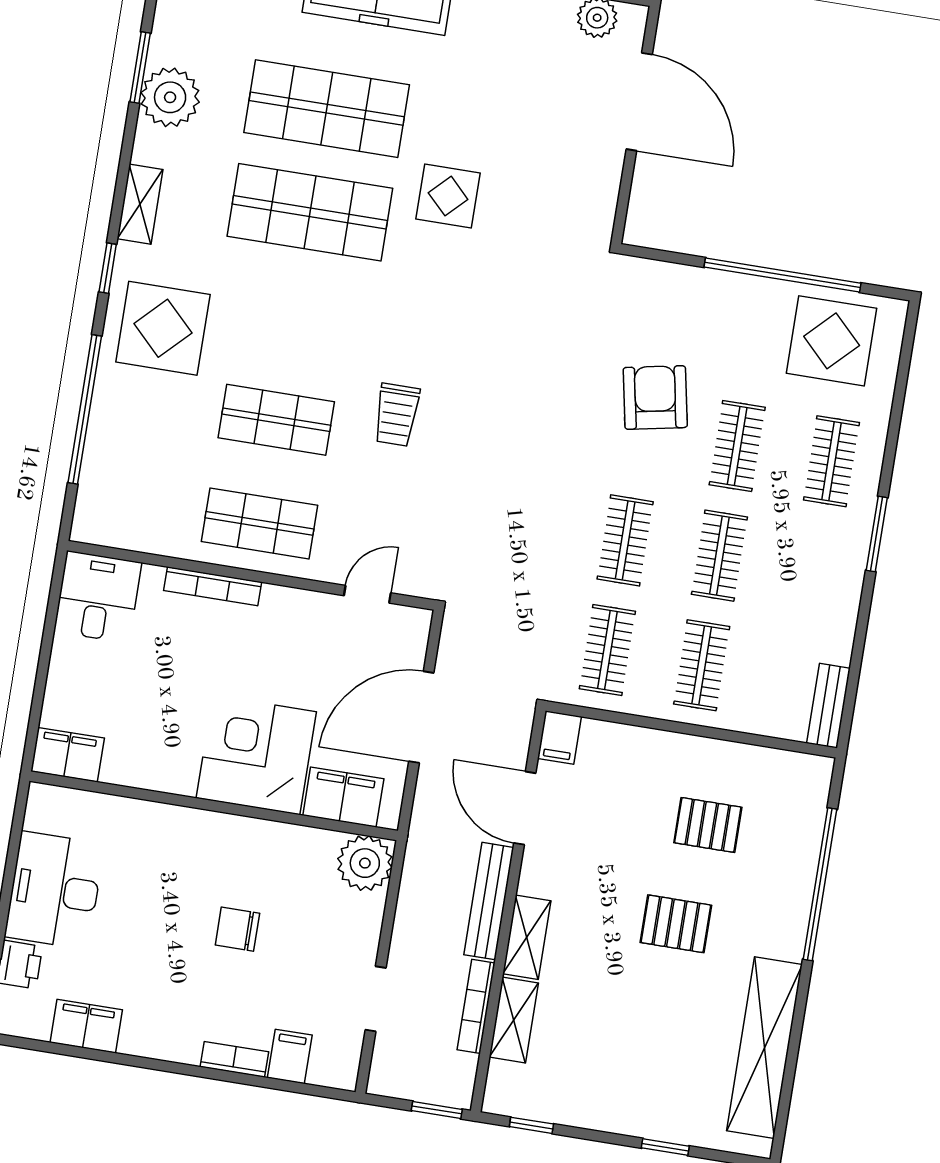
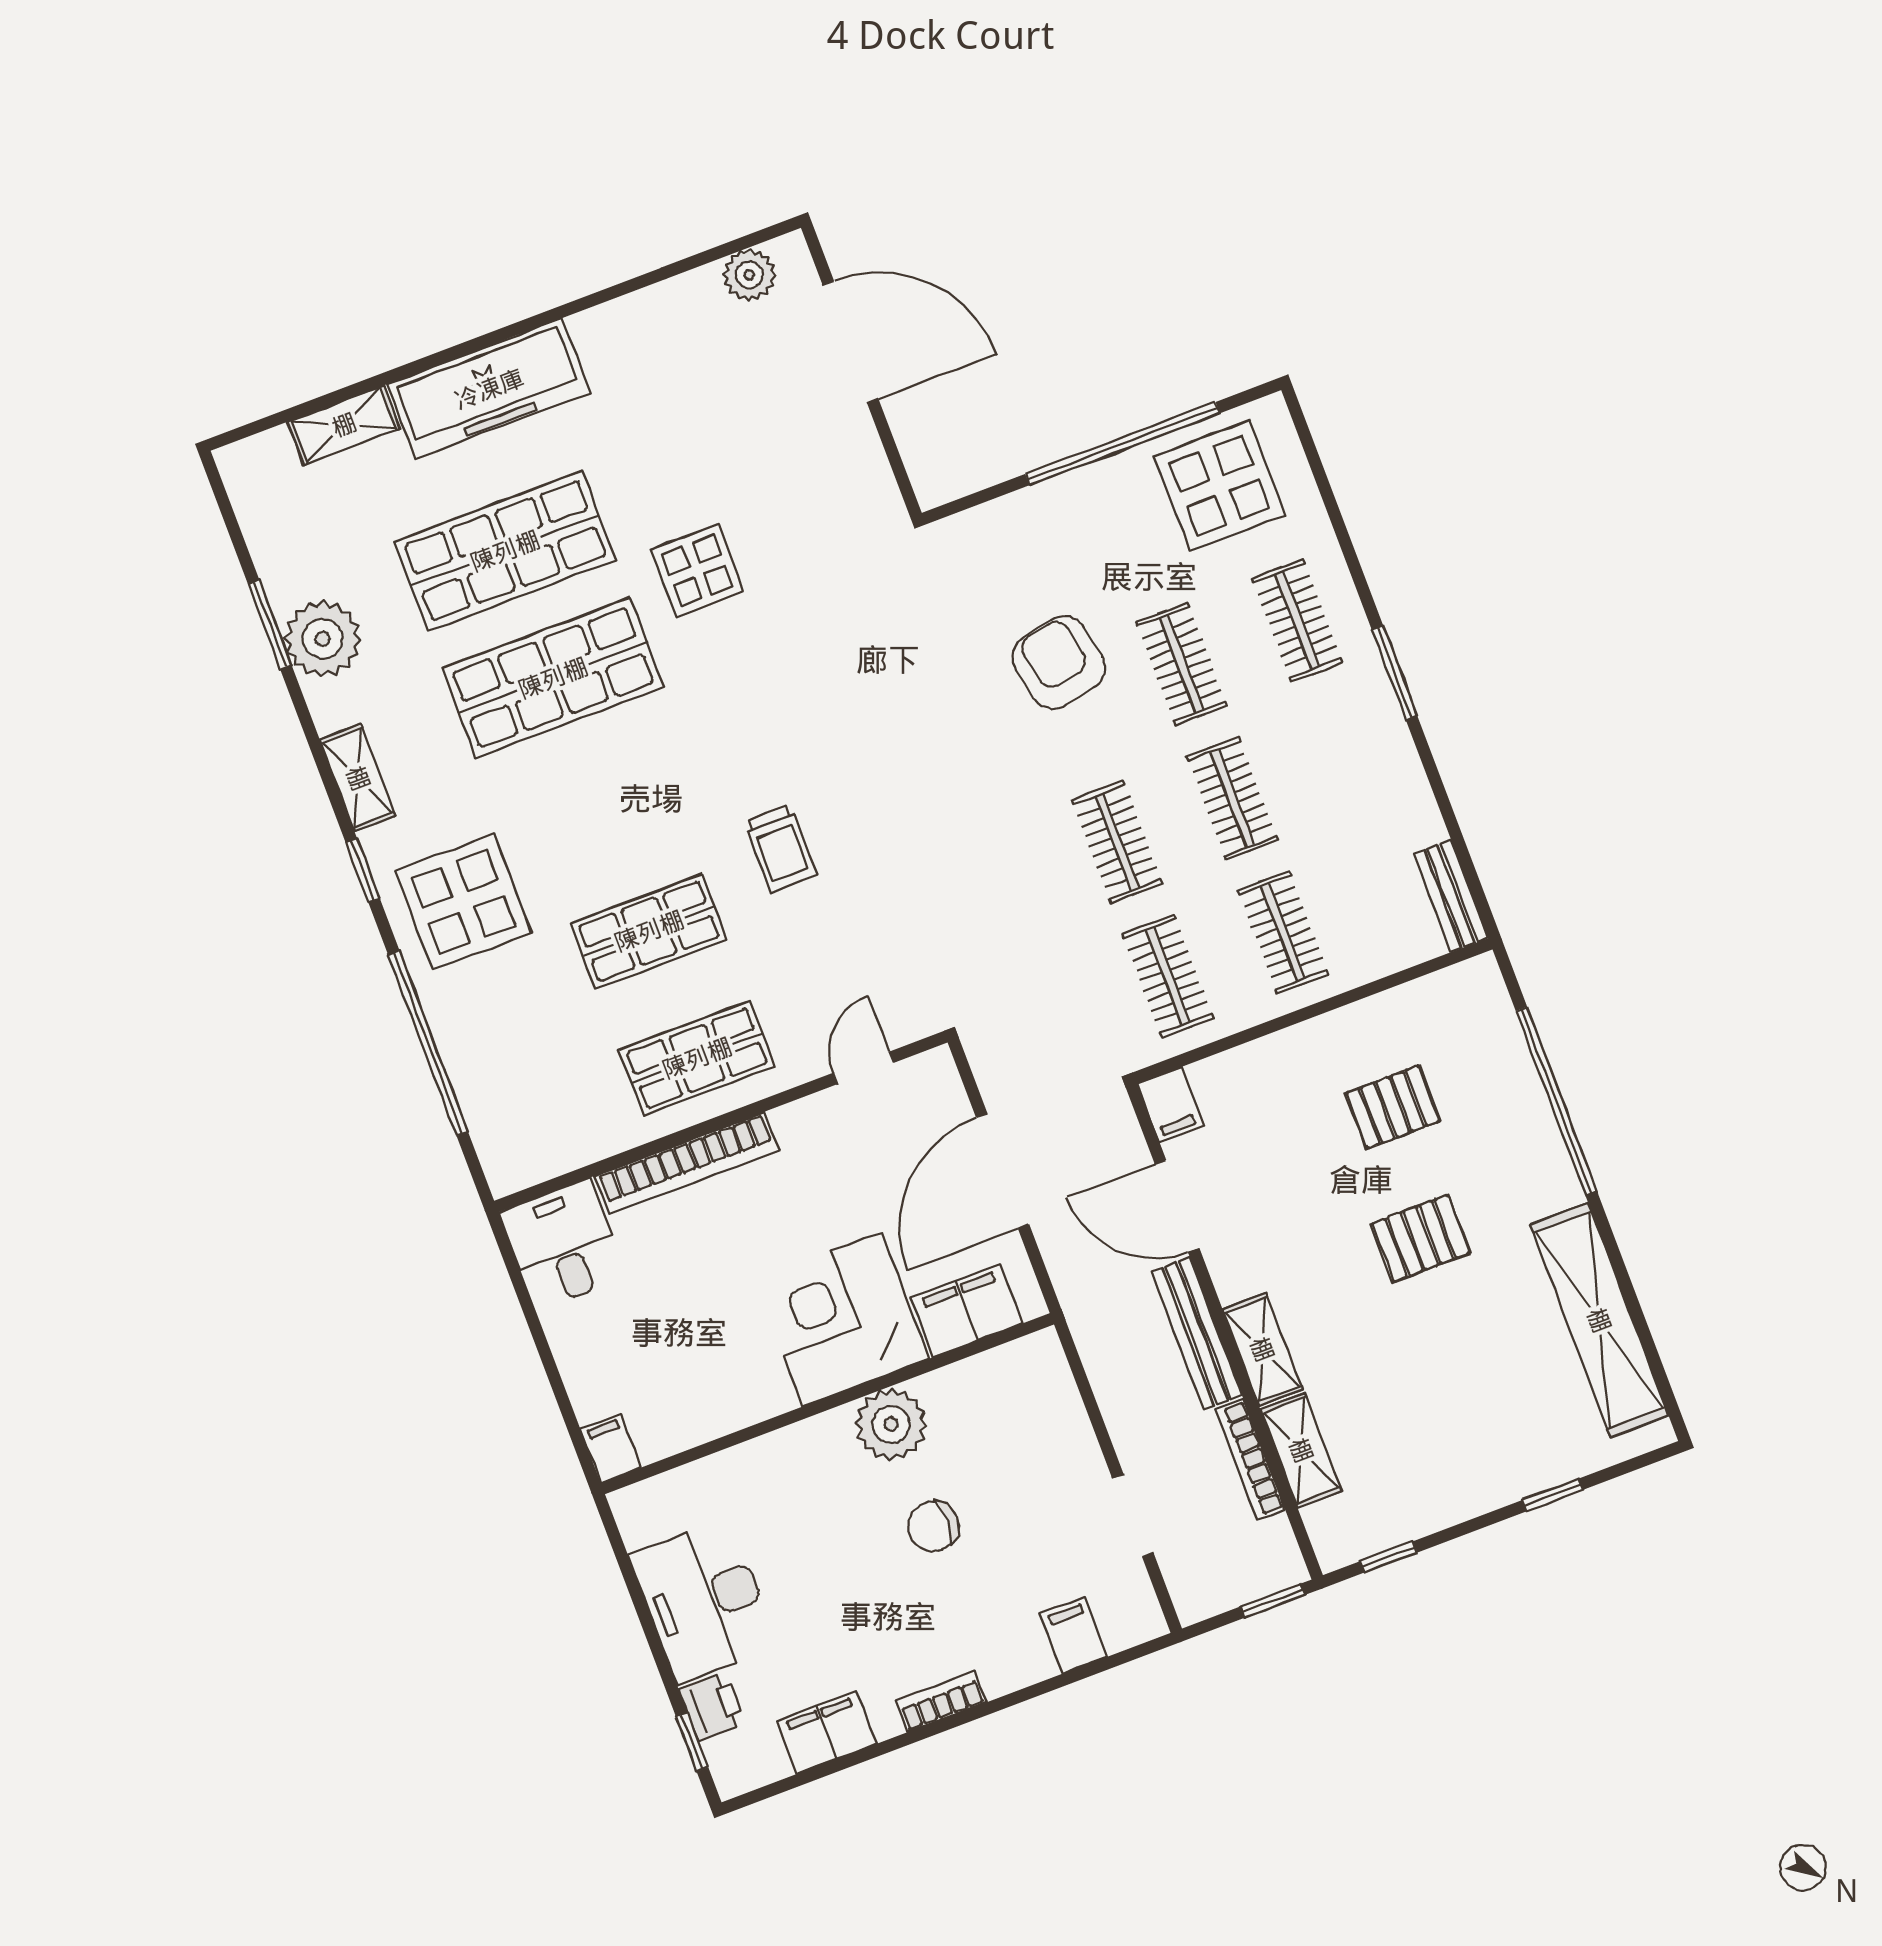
bookcase: (213, 586) -> (687, 1163), width x1.48, depth x1.31
filing cabinet: (68, 755) -> (611, 1448), width x0.50
plant: (365, 863) -> (891, 1424), moved
bookcase: (234, 1059) -> (941, 1702), moved

